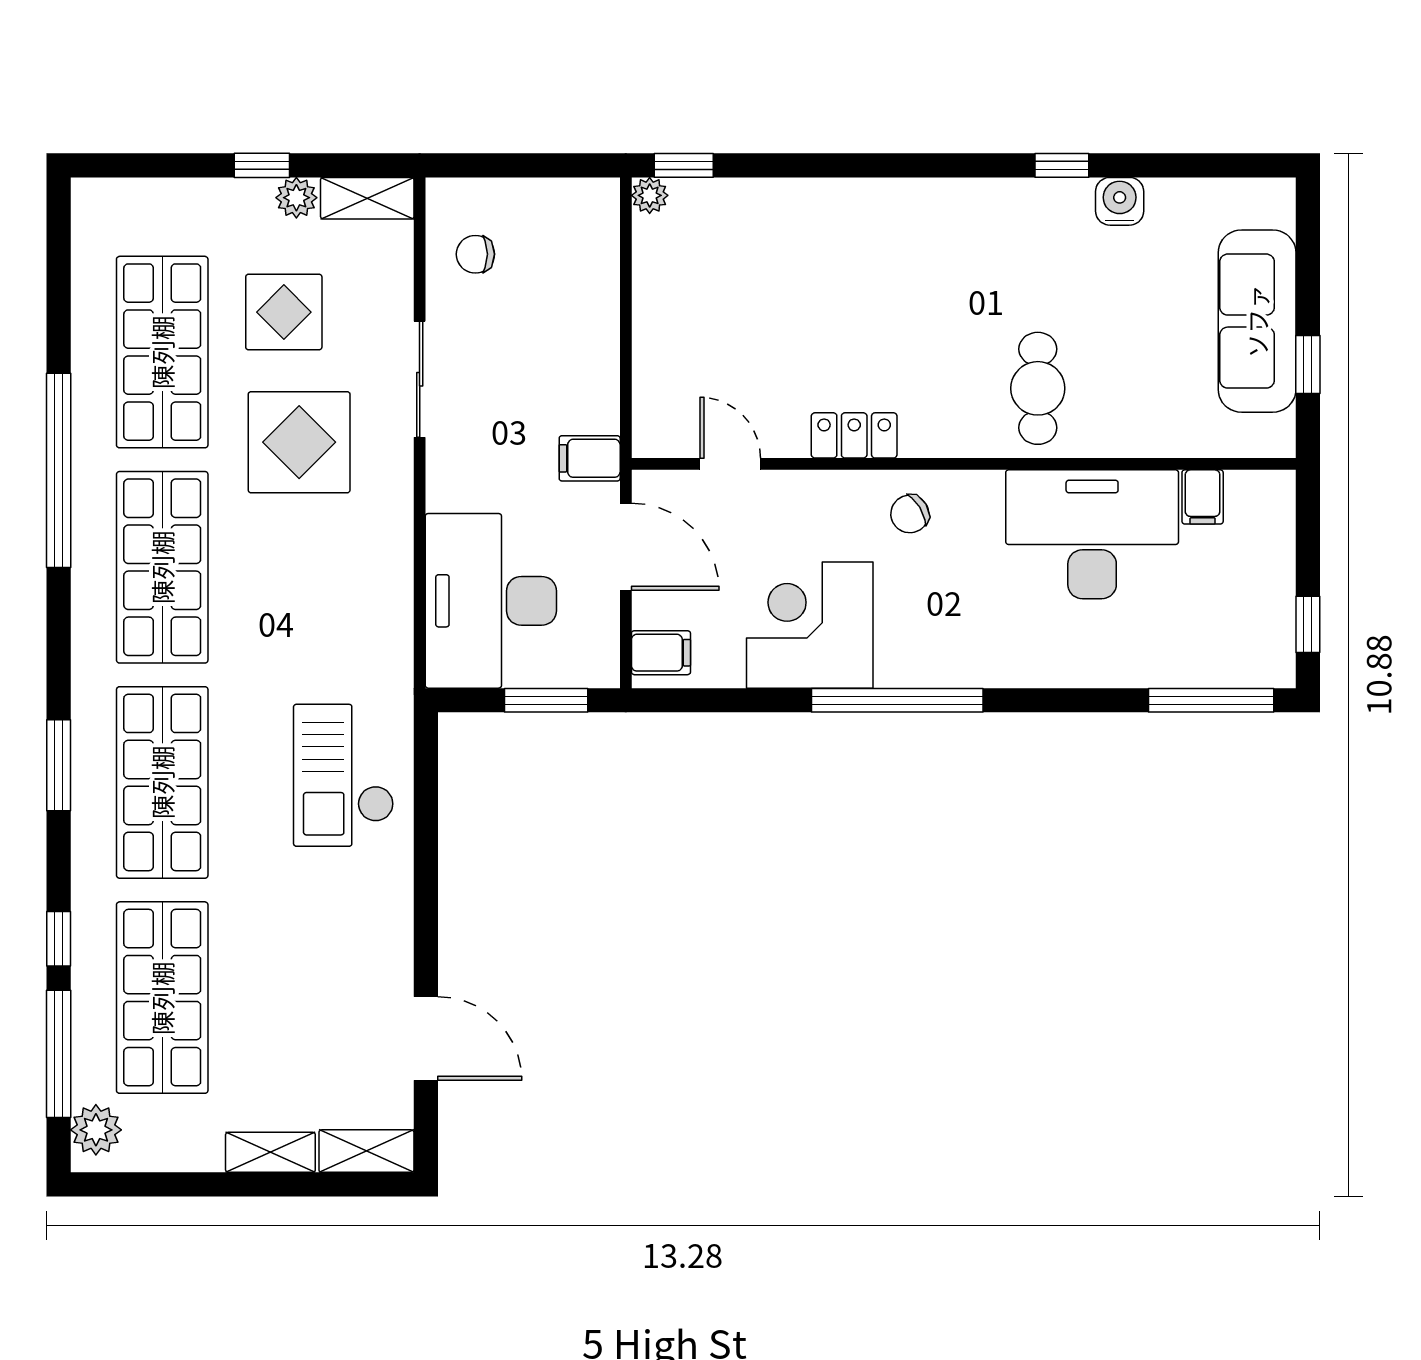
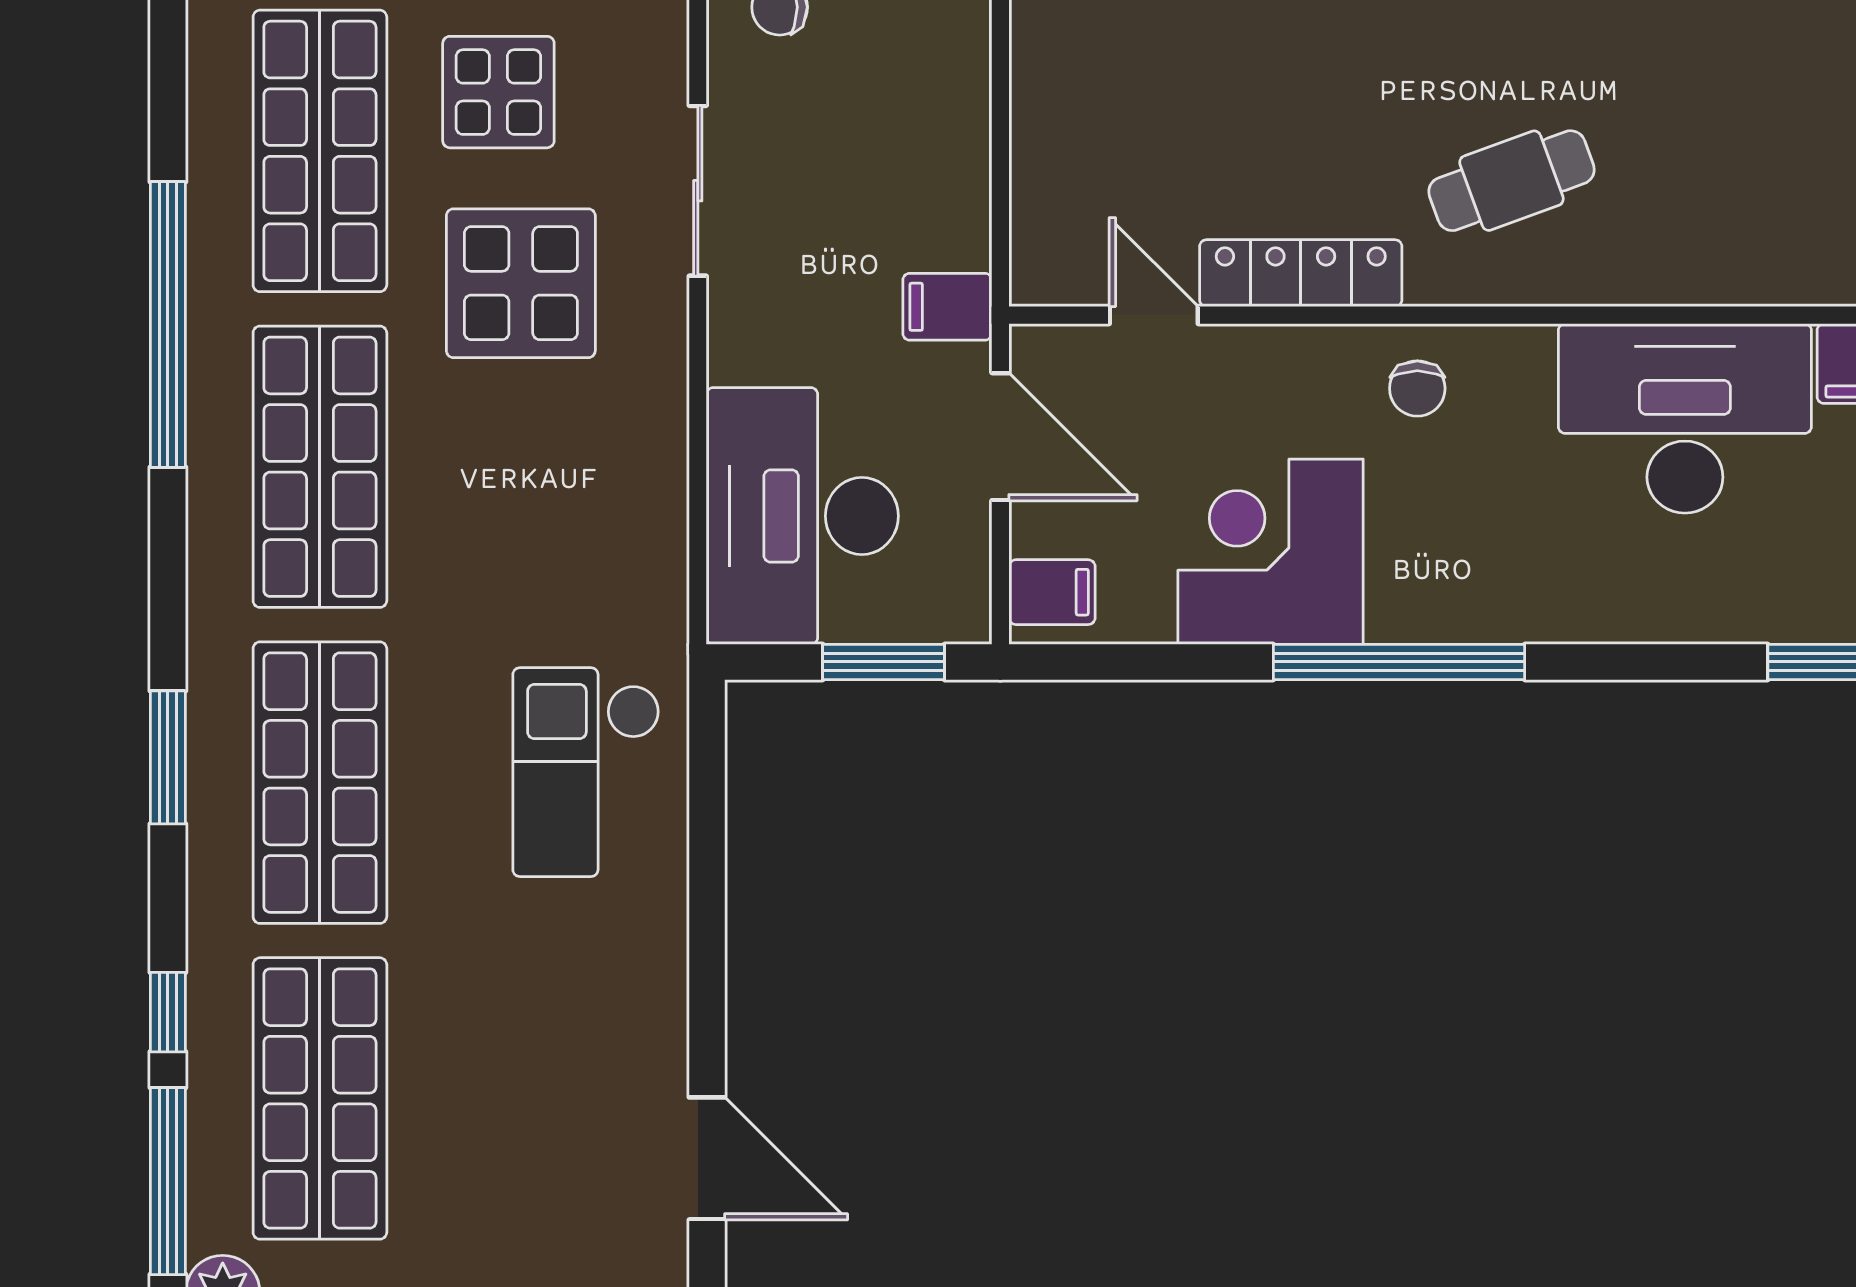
cafe table: (1038, 388) -> (1511, 181), moved, turned 70
locker: (854, 435) -> (1301, 273), width x1.53
chair: (910, 514) -> (1417, 388), turned -59

